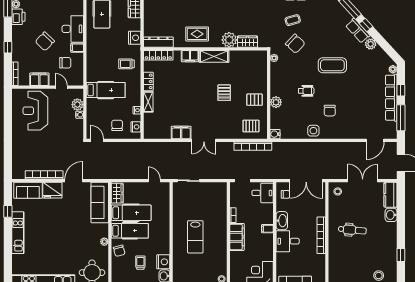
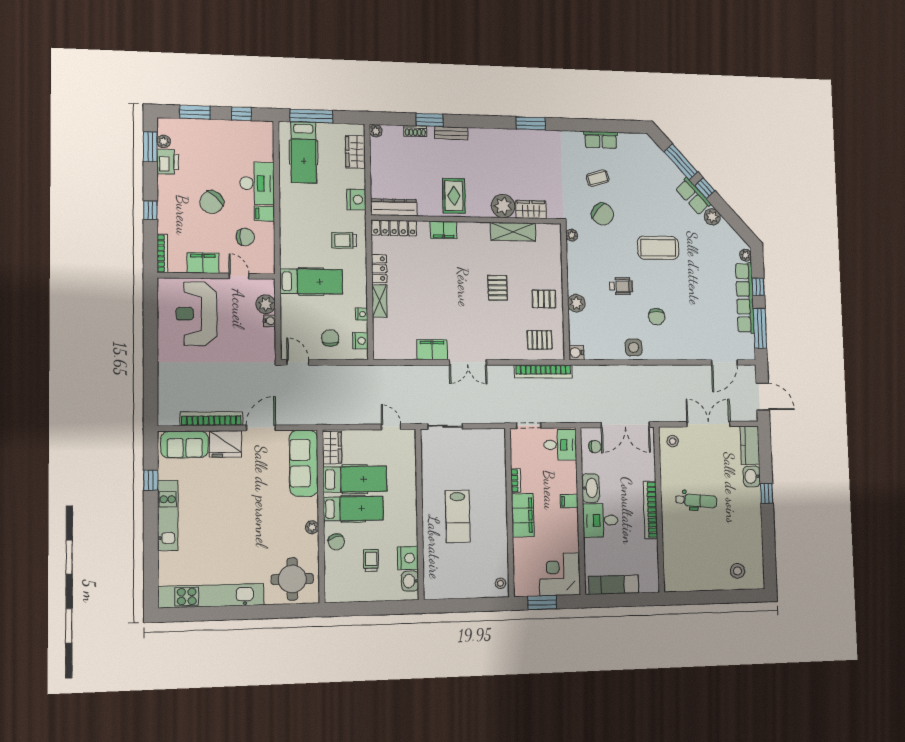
rug: (197, 34) -> (454, 196), turned 90
shelving: (214, 56) -> (513, 232), moved
window: (401, 255) -> (767, 494), moved

